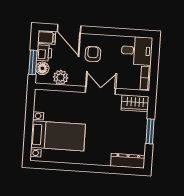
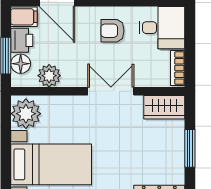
armchair: (93, 54) -> (112, 31), moved, turned -90
plant: (44, 101) -> (26, 114), added

